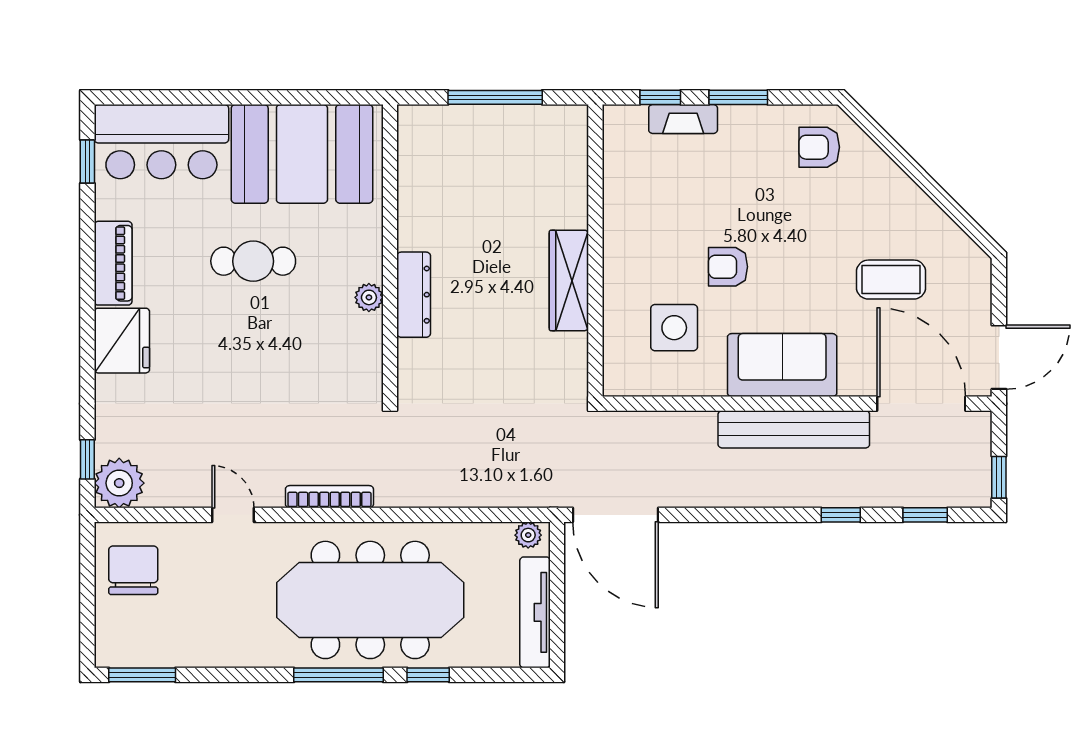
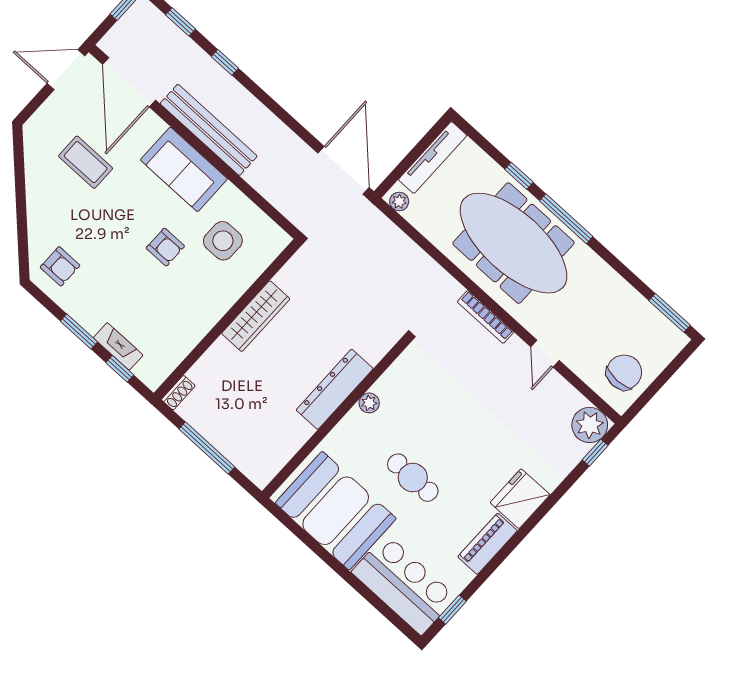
shoe rack: (577, 128) -> (178, 393), added
dresser: (414, 295) -> (335, 389), width x1.37, depth x1.24
chair: (133, 570) -> (624, 372), turned 180

